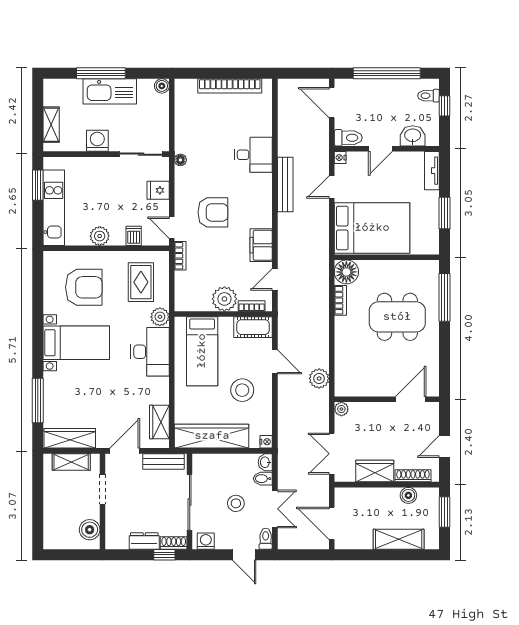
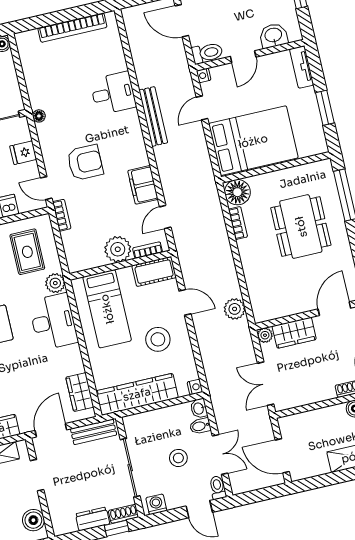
dining table: (397, 317) -> (301, 227), turned 90
wardrobe: (375, 471) -> (294, 333), moved, turned 180

